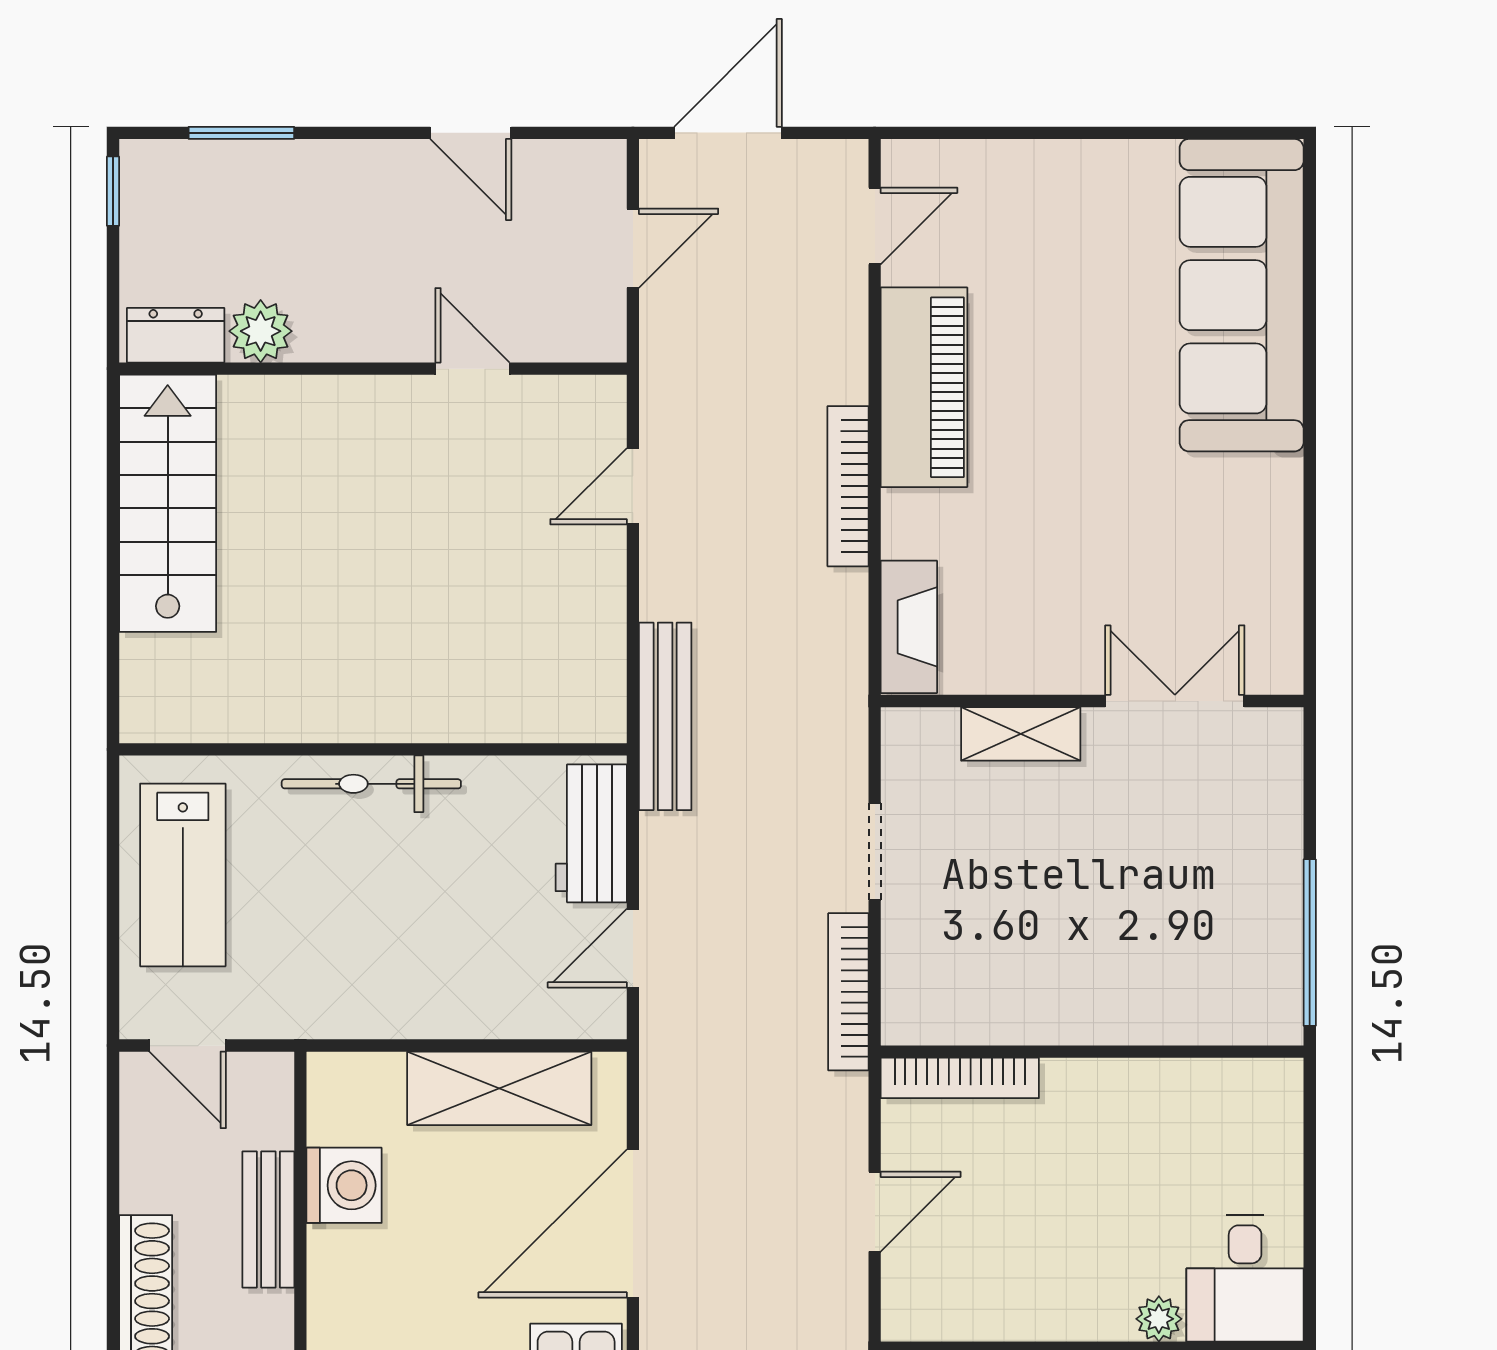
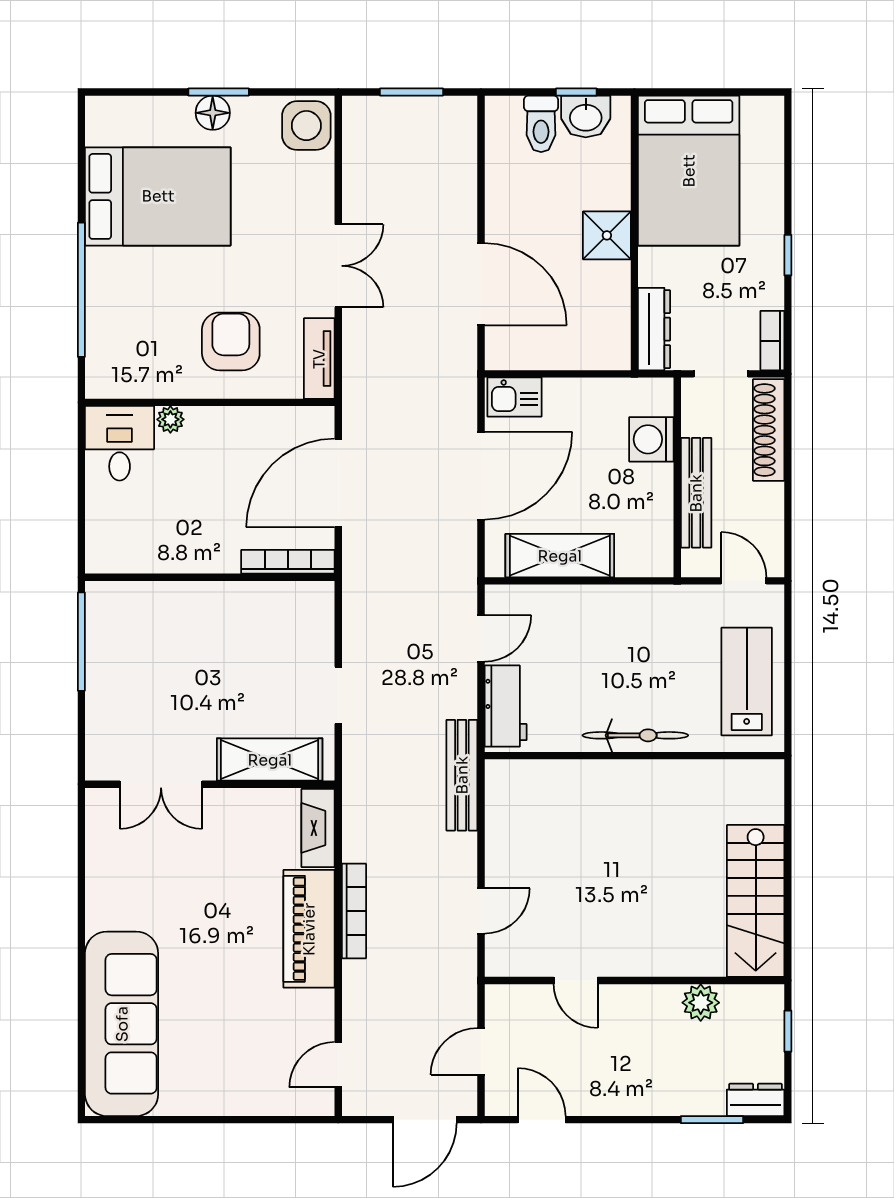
door: (471, 133) -> (542, 1120), moved
window: (113, 191) -> (788, 1031), moved
dresser: (176, 335) -> (756, 1100), moved, turned 180
piano: (924, 387) -> (309, 929), moved
shelving: (1021, 734) -> (270, 760), width x1.50, depth x1.33
bookcase: (848, 992) -> (354, 613), removed
washing machine: (344, 1185) -> (651, 439), moved
door: (875, 1212) -> (338, 483), width x1.88
bench: (268, 1219) -> (696, 493), width x1.36

